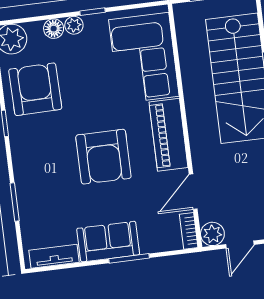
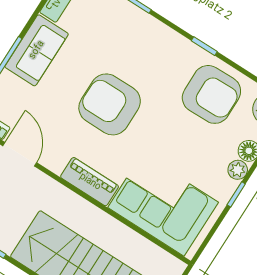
piano: (169, 135) -> (90, 182), width x0.73, depth x0.75

